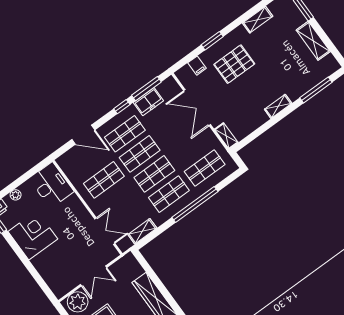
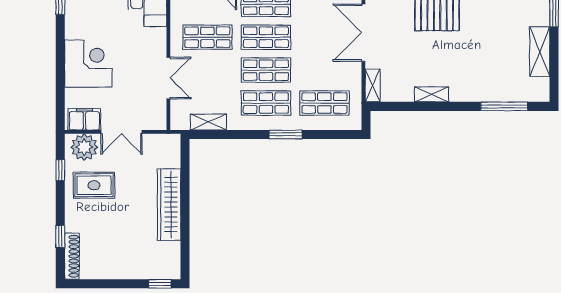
shelving: (278, 106) -> (432, 94), moved
window: (195, 204) -> (286, 134), width x0.47
double door: (105, 231) -> (168, 78), moved
corner desk: (33, 235) -> (88, 64), moved
filing cabinet: (65, 285) -> (84, 119), added

